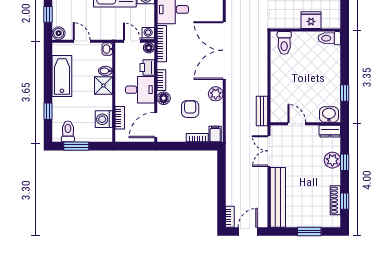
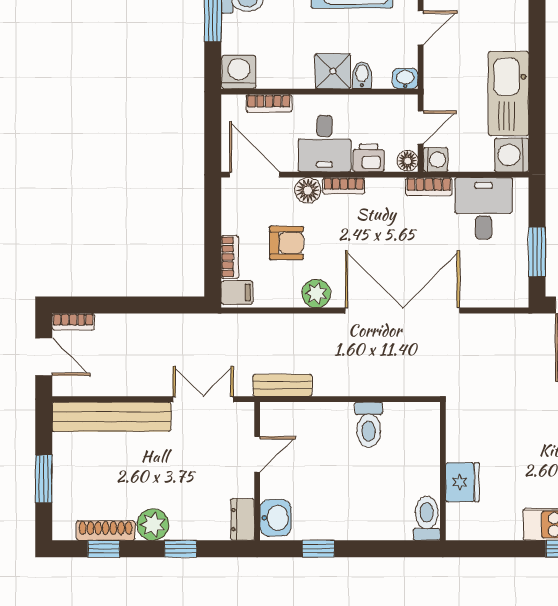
toilet: (284, 43) -> (369, 425), moved, turned -90
bookcase: (162, 44) -> (429, 187), width x0.64
washing machine: (104, 119) -> (239, 72), moved
plant: (332, 160) -> (153, 525), moved

